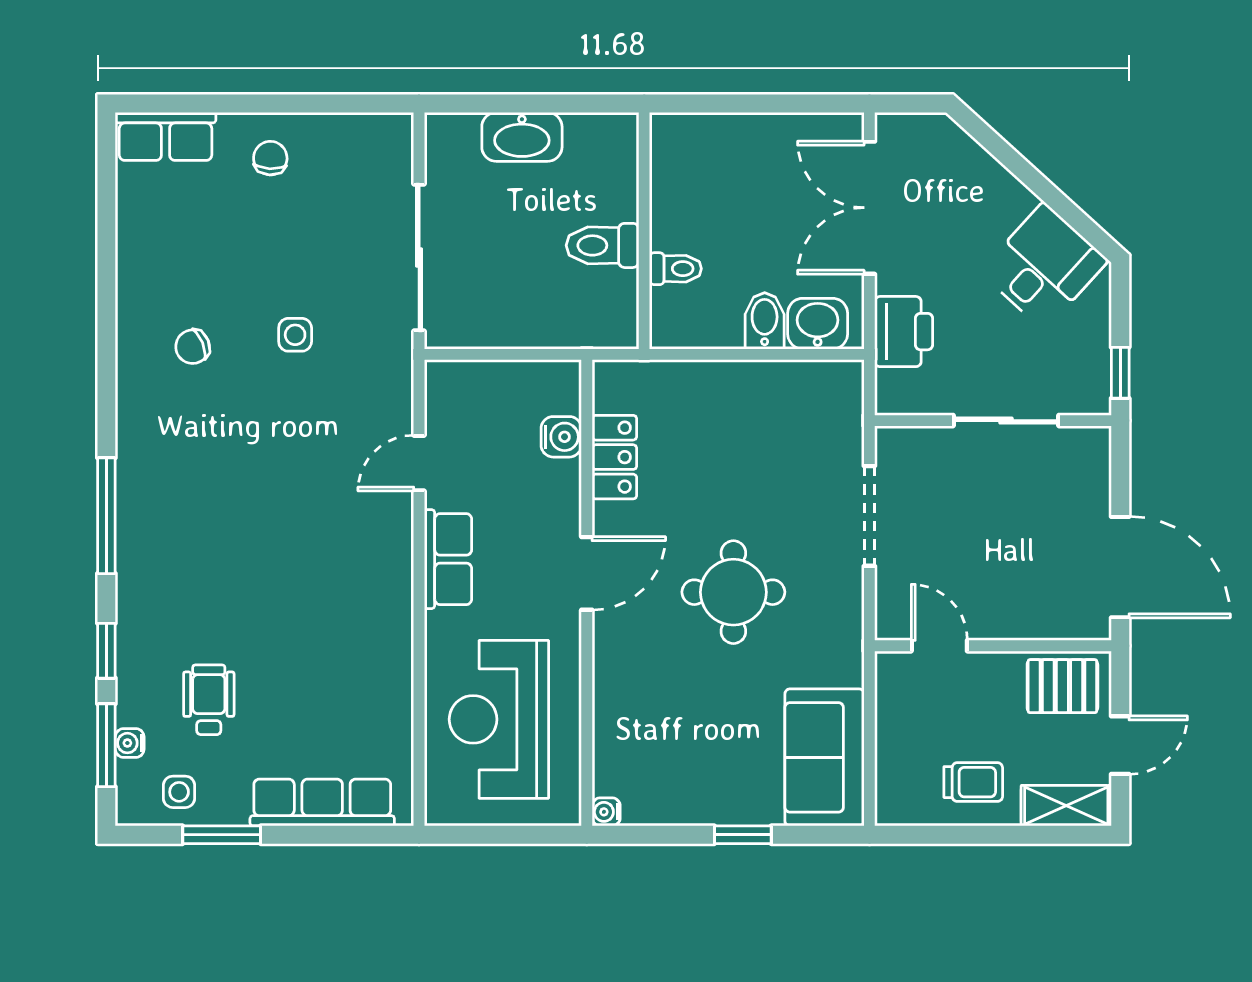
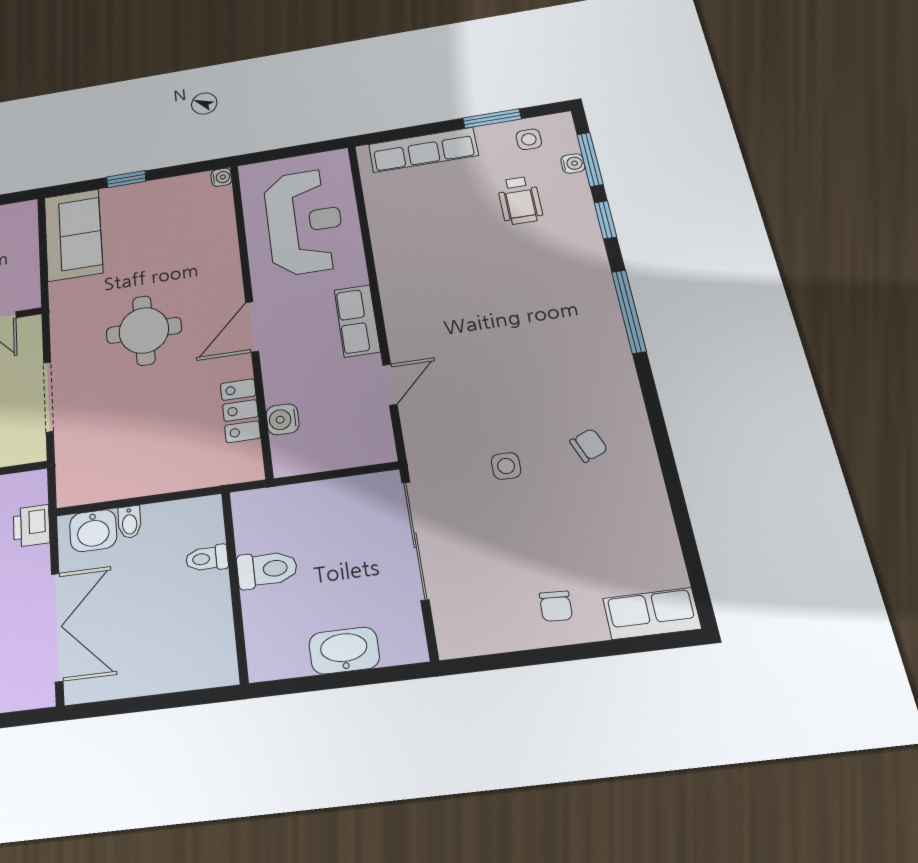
bidet: (765, 321) -> (130, 522), width x0.72, depth x0.74
printer: (904, 332) -> (32, 526), width x0.73, depth x0.81

